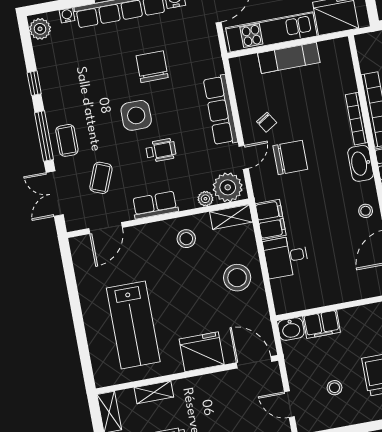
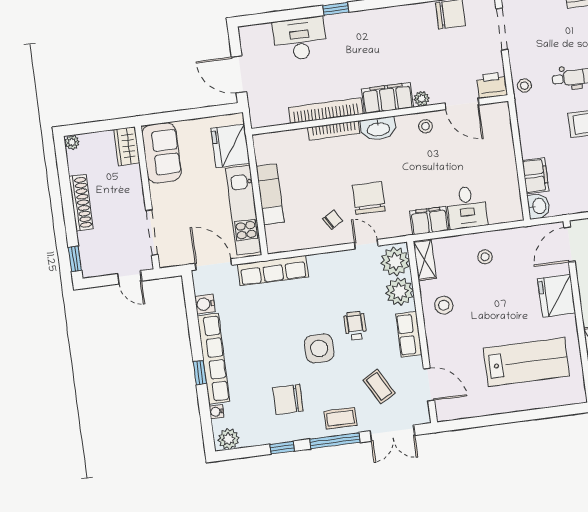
chair: (152, 67) -> (288, 399), moved
row of seats: (220, 110) -> (273, 271), moved
coffee table: (101, 178) -> (379, 386), turned 39
plant: (205, 199) -> (400, 292), width x1.88, depth x1.88
stool: (237, 278) -> (485, 257), width x0.53, depth x0.53

